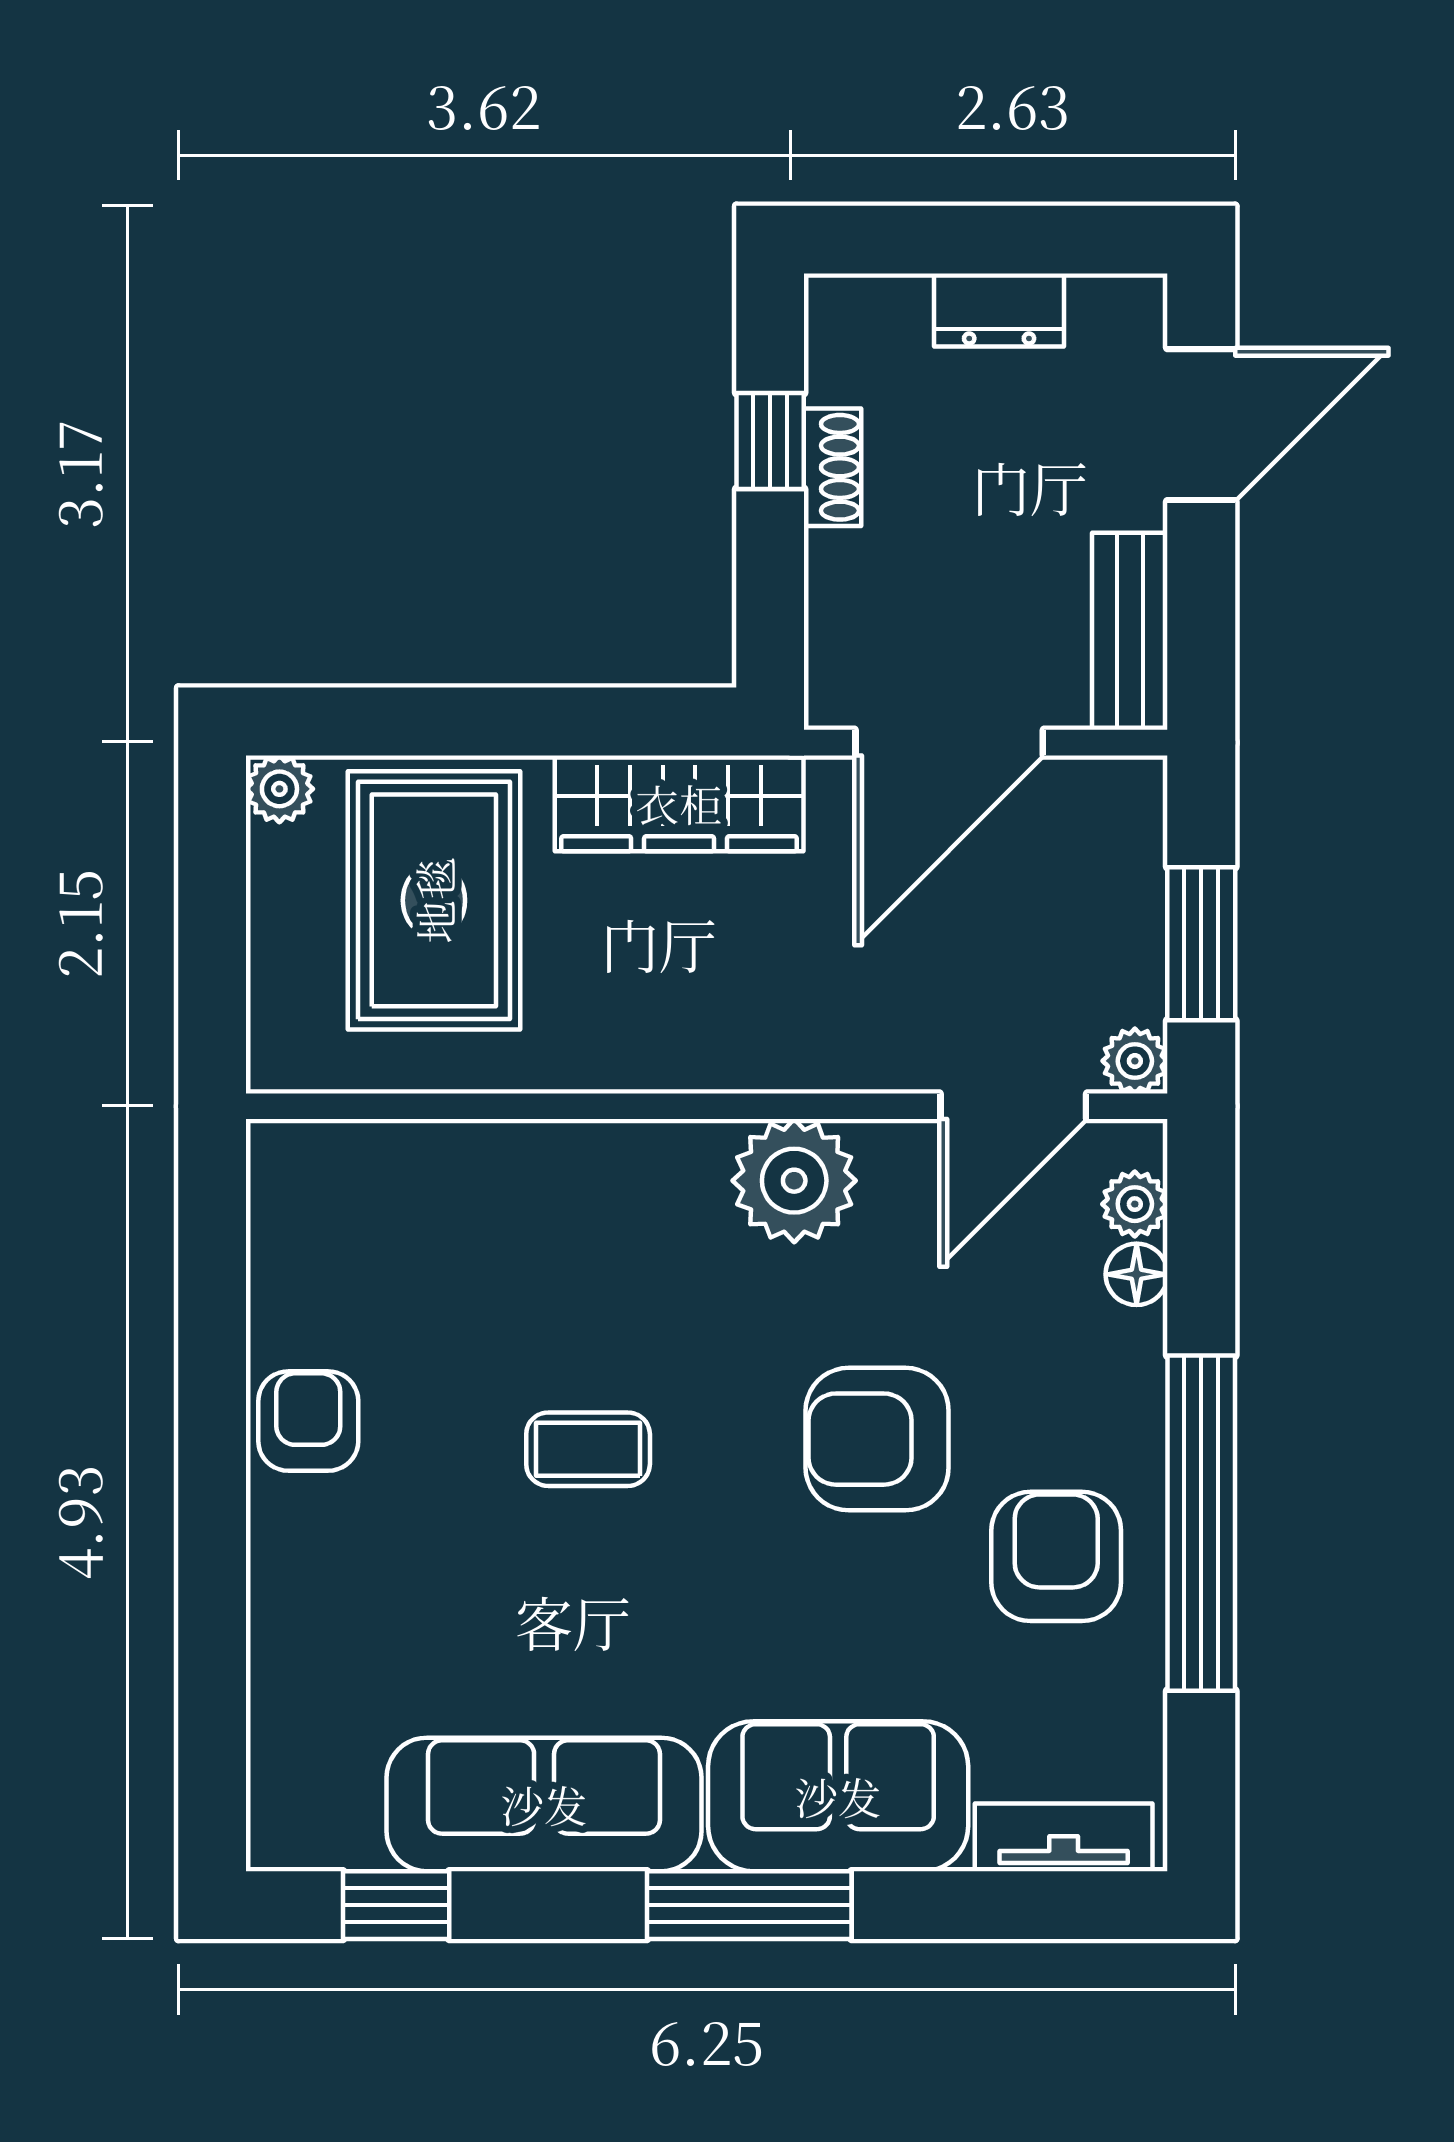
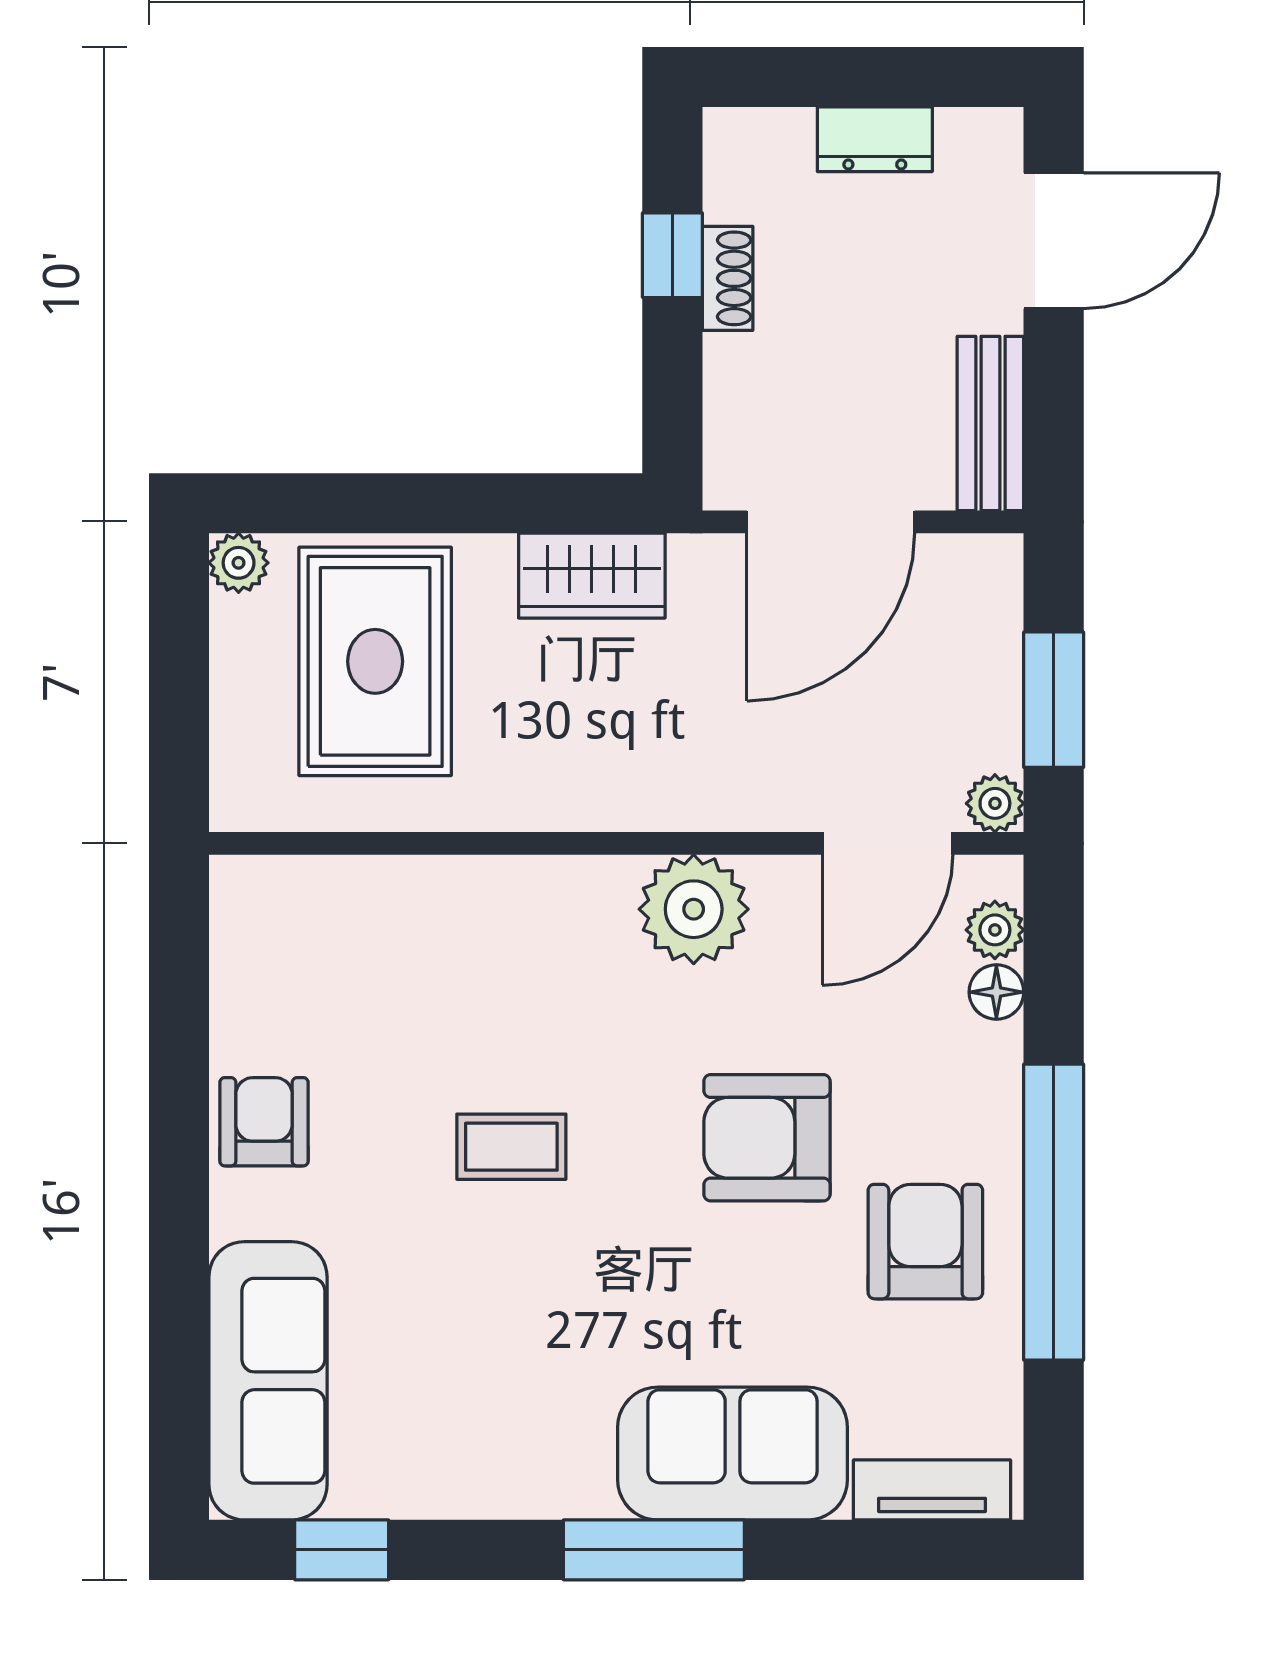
wardrobe: (679, 803) -> (592, 576), width x0.67
sofa: (544, 1804) -> (268, 1381), moved, turned 90

